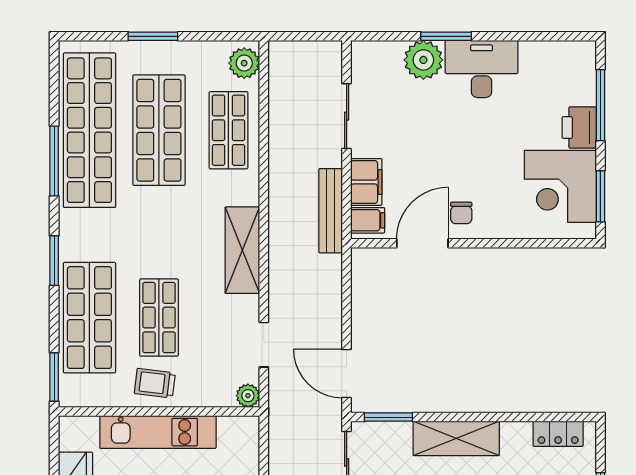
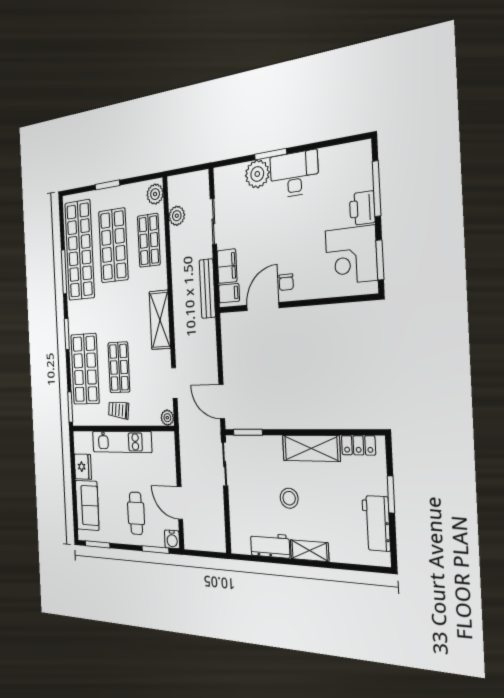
plant: (282, 100) -> (177, 216), added
shelving: (456, 438) -> (311, 448), moved

